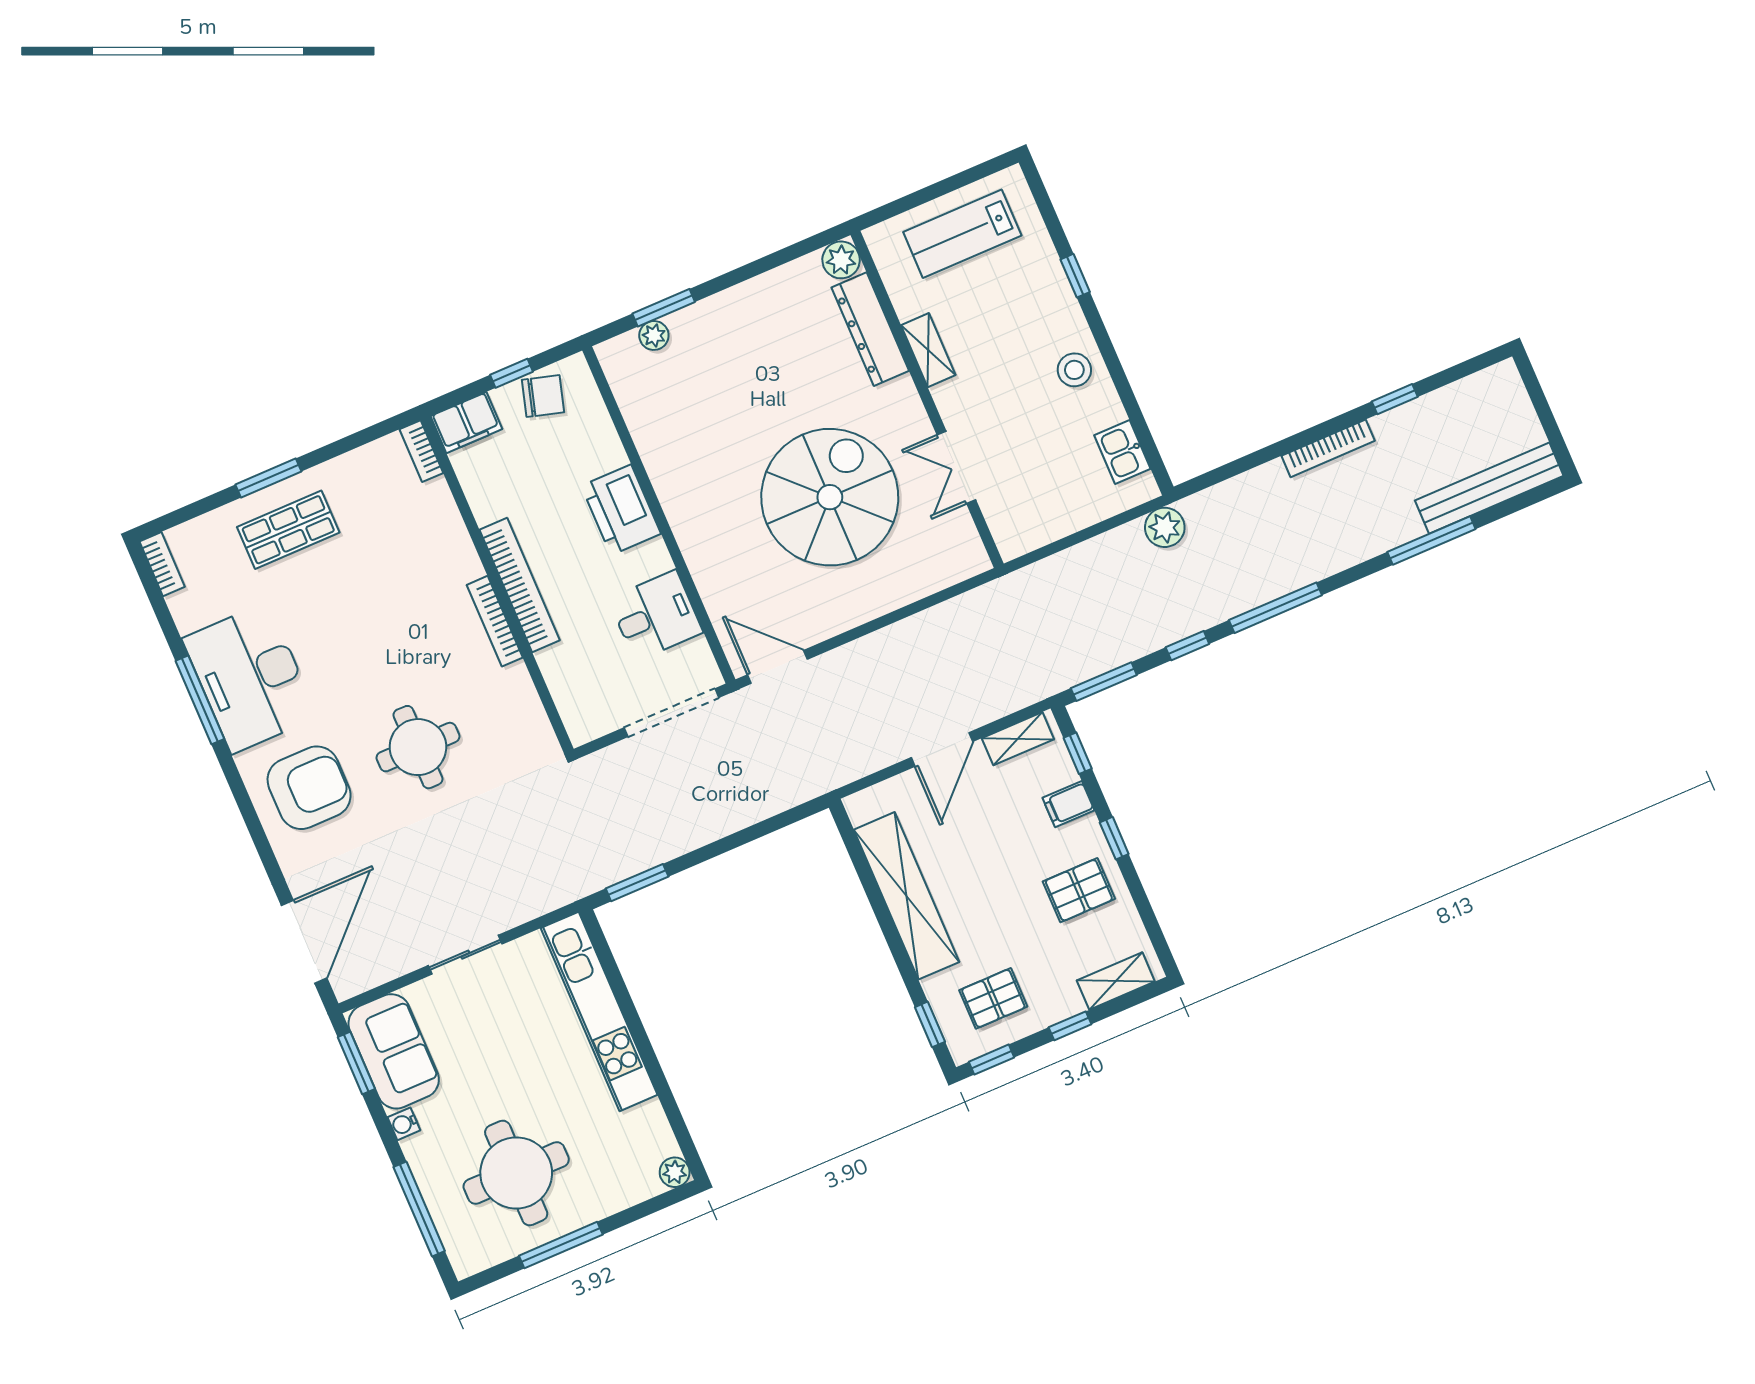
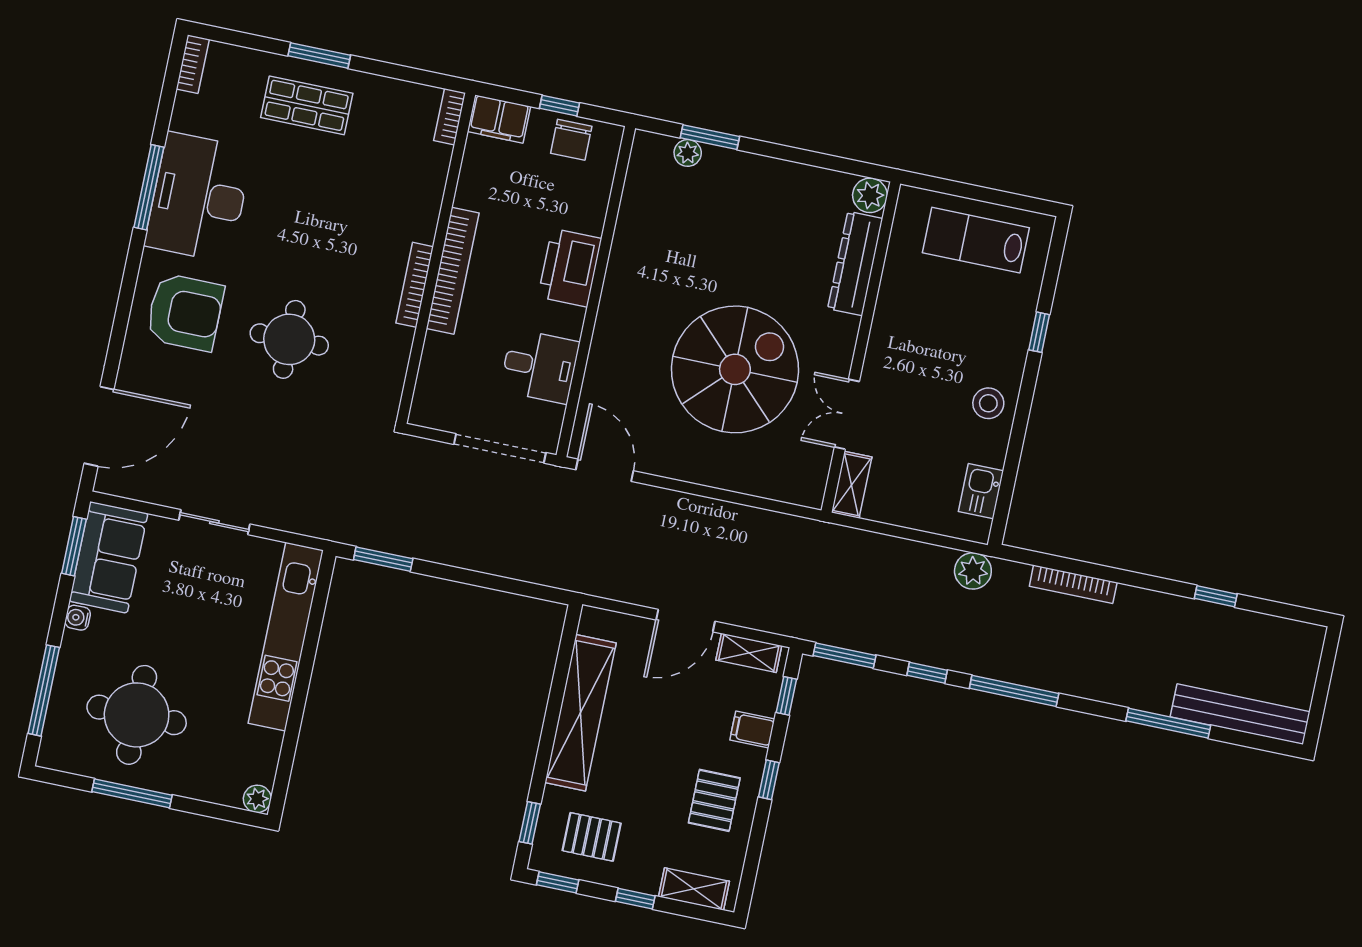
shelving: (928, 350) -> (852, 485), moved
chair: (543, 396) -> (571, 140), turned 74
bookcase: (1328, 448) -> (1073, 584), moved
pallet: (1079, 890) -> (714, 800), turned 90

